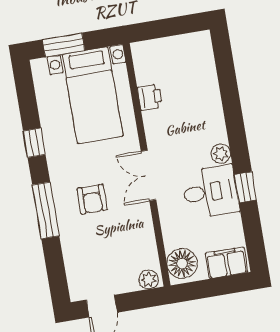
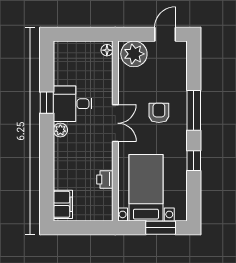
floor lamp: (182, 263) -> (107, 50), width x0.53, depth x0.53
filing cabinet: (227, 263) -> (63, 204), moved, turned -90
plant: (149, 280) -> (134, 54), width x1.87, depth x1.87

